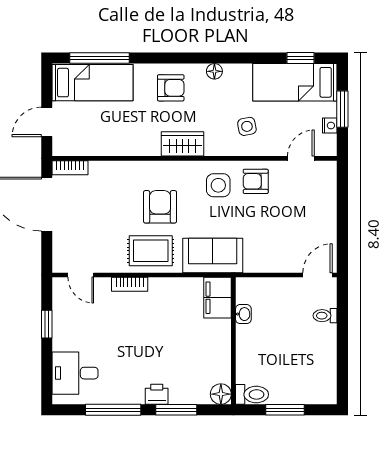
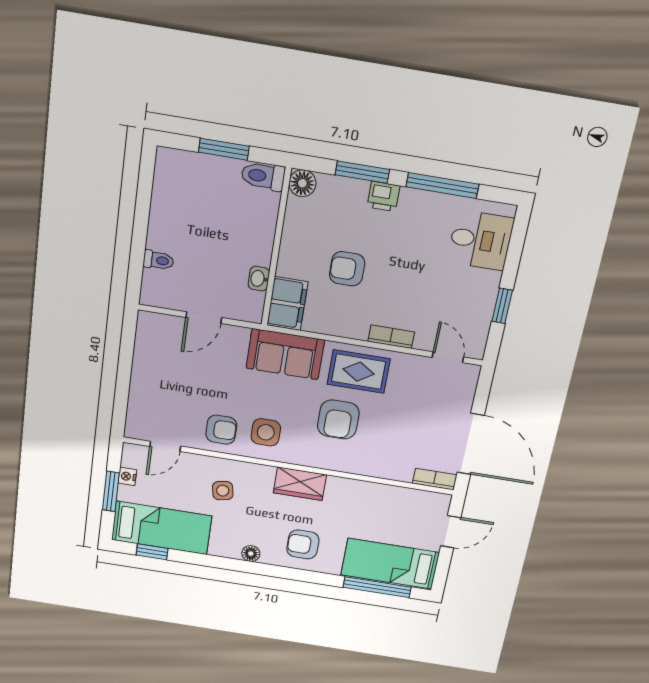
door: (318, 275) -> (204, 318), moved
armchair: (175, 333) -> (347, 269), added

